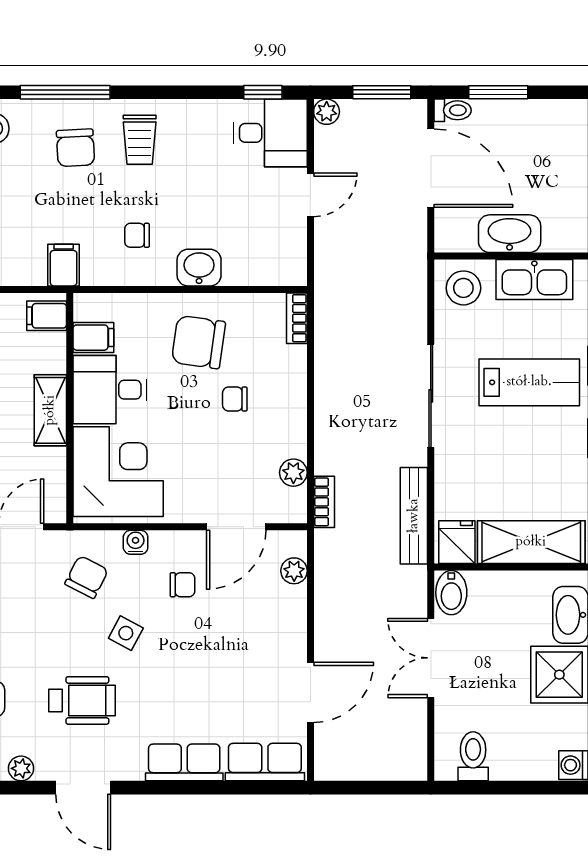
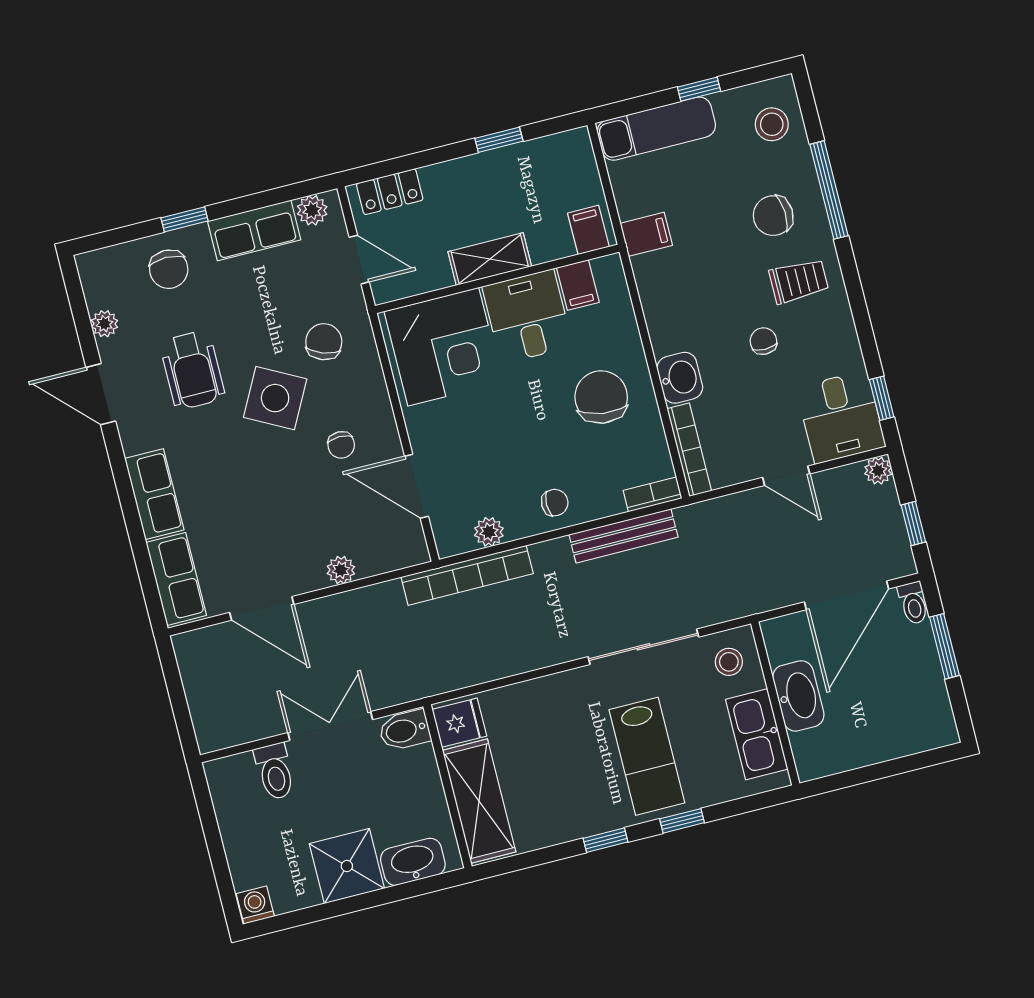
window: (382, 92) -> (913, 524), width x0.67
trolley: (140, 140) -> (799, 281), turned 180
chair: (137, 235) -> (763, 341), moved
bookcase: (265, 275) -> (689, 450), added
stool: (463, 288) -> (729, 662), width x0.73, depth x0.73
sliding door: (431, 396) -> (643, 647), moved
chair: (235, 399) -> (555, 503), moved, turned 90
bookcase: (324, 502) -> (467, 575), width x2.31, depth x1.31
bench: (414, 516) -> (623, 536), moved
water cooler: (136, 542) -> (373, 384), removed
plant: (294, 571) -> (341, 570), moved
chair: (87, 577) -> (324, 342), turned -97
side table: (126, 633) -> (275, 398), width x1.87, depth x1.87
toilet: (473, 756) -> (275, 771), moved, turned 90
door: (83, 788) -> (101, 394), hinge flipped

